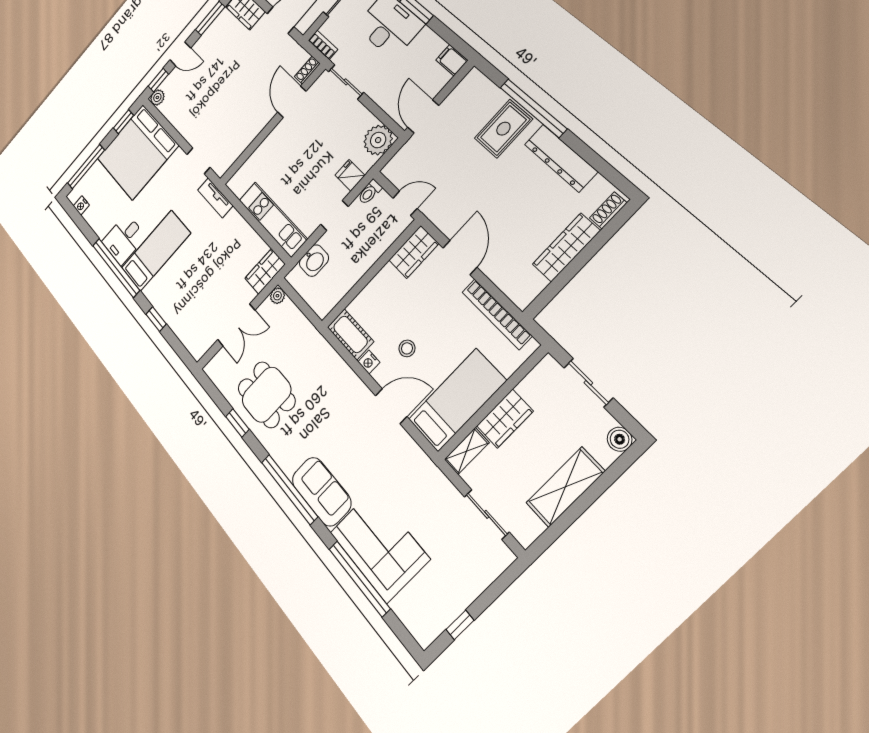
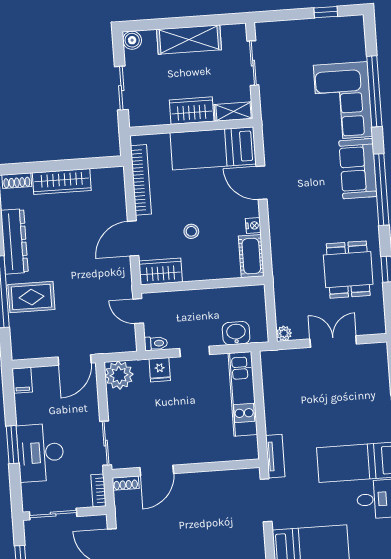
doorway: (198, 161) -> (266, 500), width x1.38
wardrobe: (265, 271) -> (279, 361), removed
stool: (407, 348) -> (191, 231), moved

